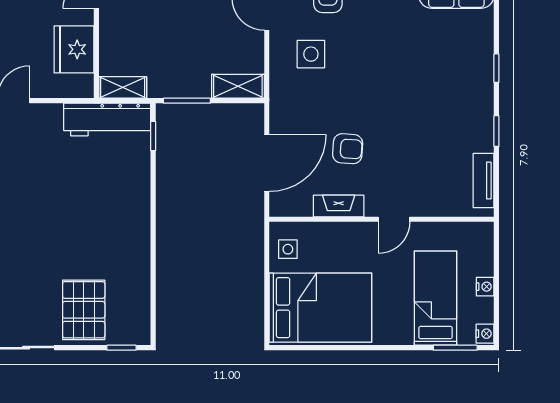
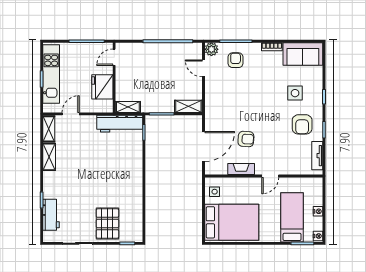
side table: (311, 54) -> (295, 93), moved
armchair: (455, 121) -> (302, 124), added

